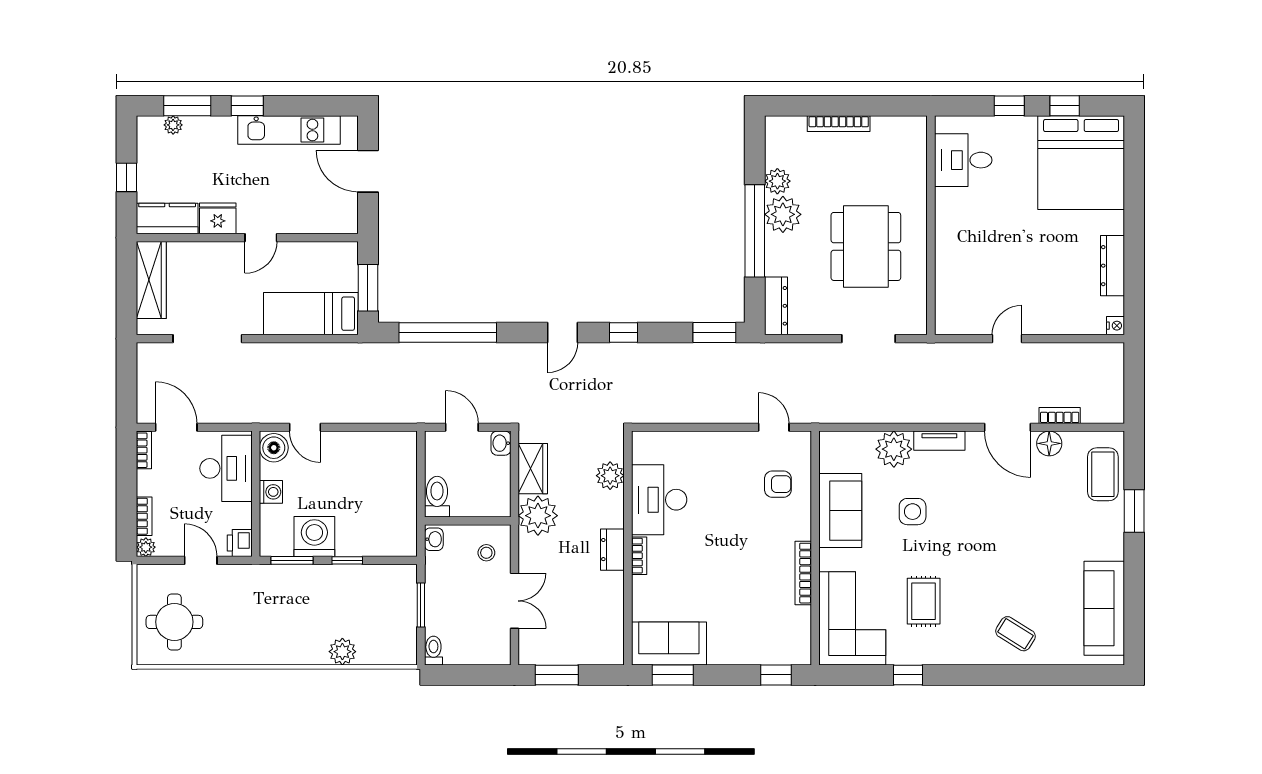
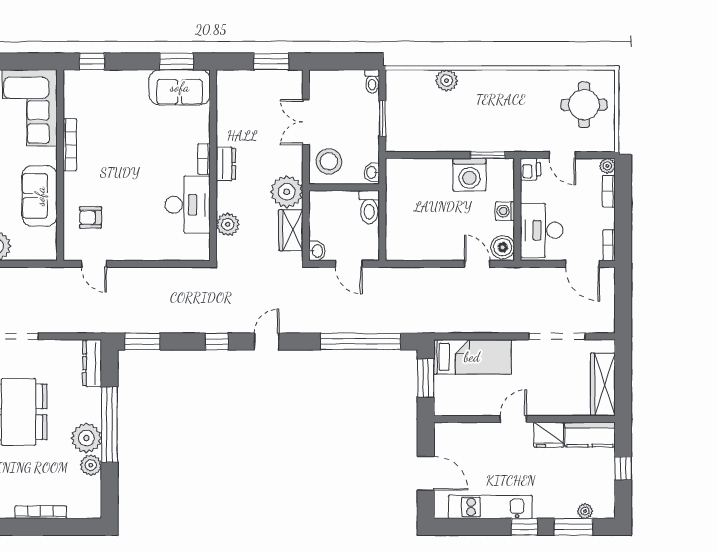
stool: (486, 553) -> (329, 161), width x1.89, depth x1.89
window: (347, 560) -> (443, 155), removed

